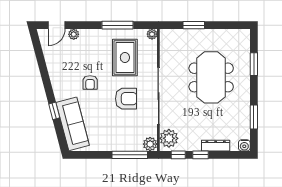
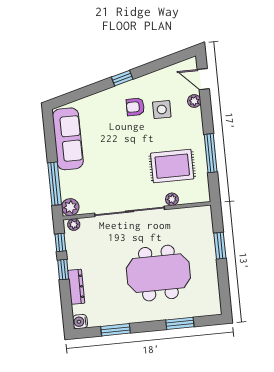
plant: (152, 34) -> (172, 199), moved
side table: (78, 61) -> (162, 110), added
armchair: (90, 83) -> (135, 107), moved
armchair: (126, 99) -> (122, 172), removed
window: (54, 111) -> (122, 78), moved
sofa: (73, 124) -> (68, 139), moved, turned -75
plant: (169, 138) -> (74, 225), width x0.53, depth x0.53

